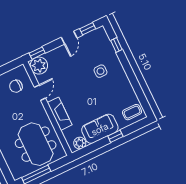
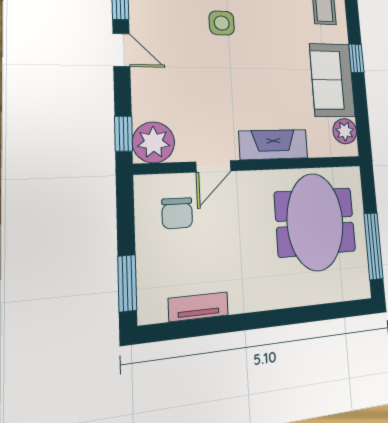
door: (40, 93) -> (213, 166), swing flipped
meeting table: (36, 144) -> (315, 222), turned 90

